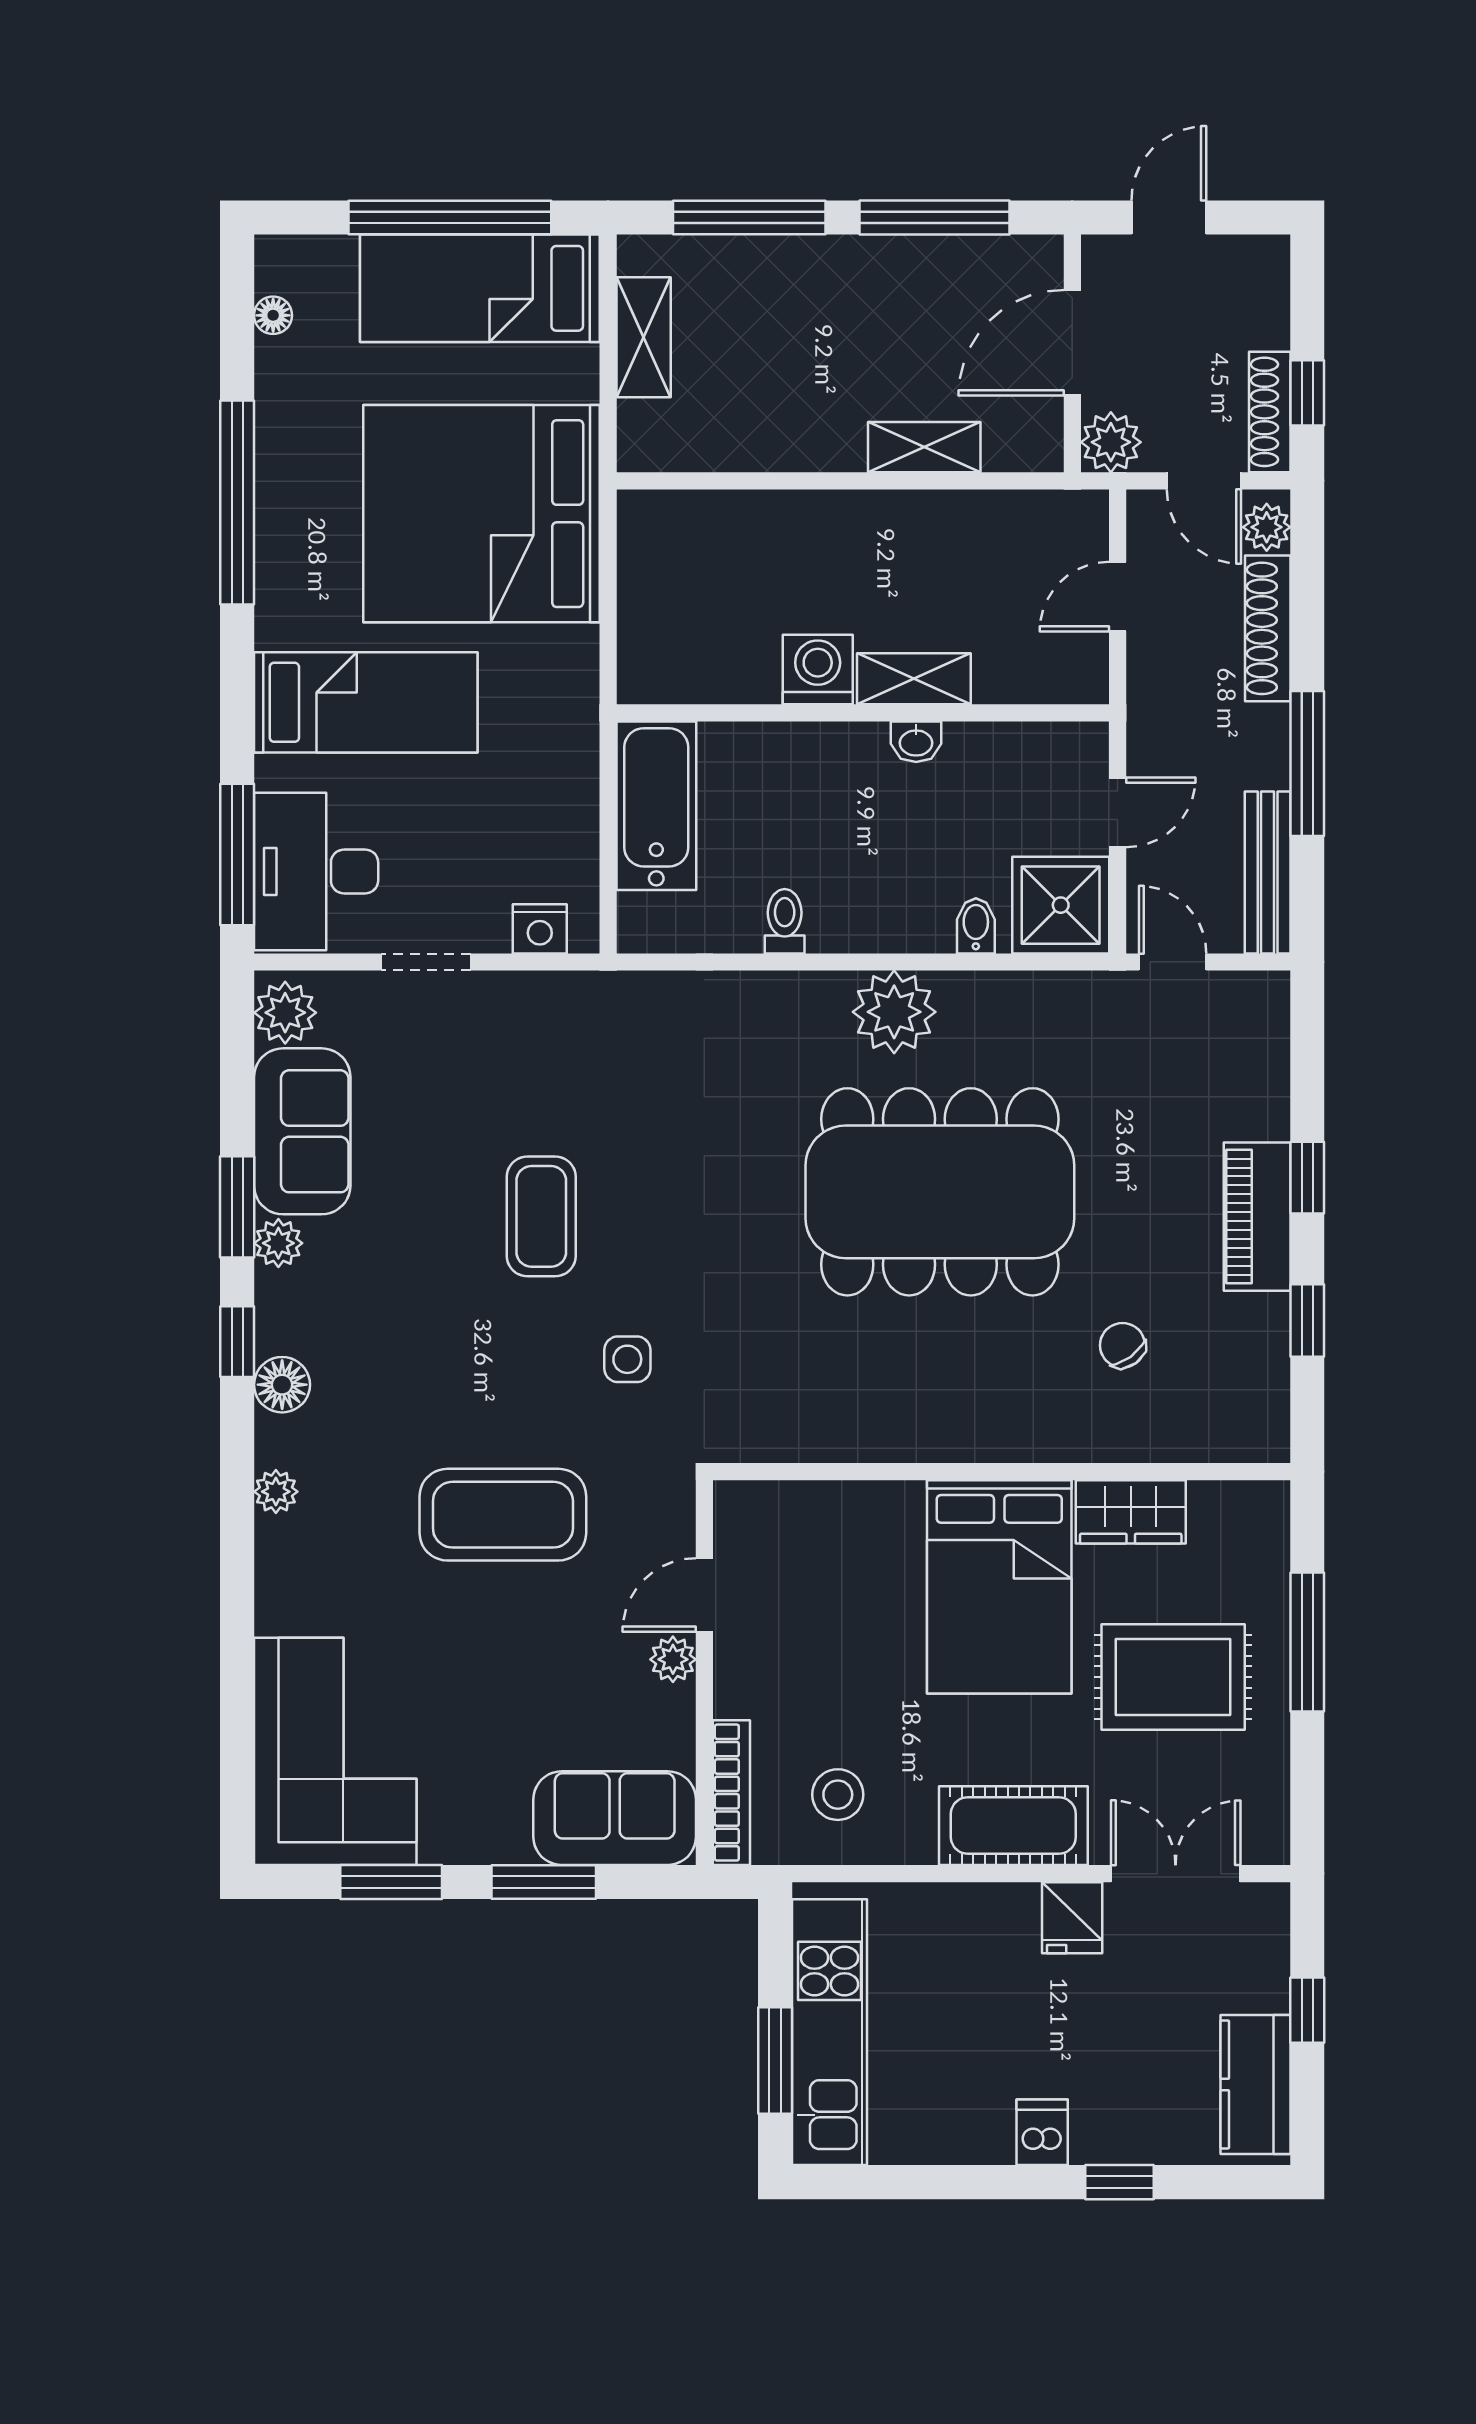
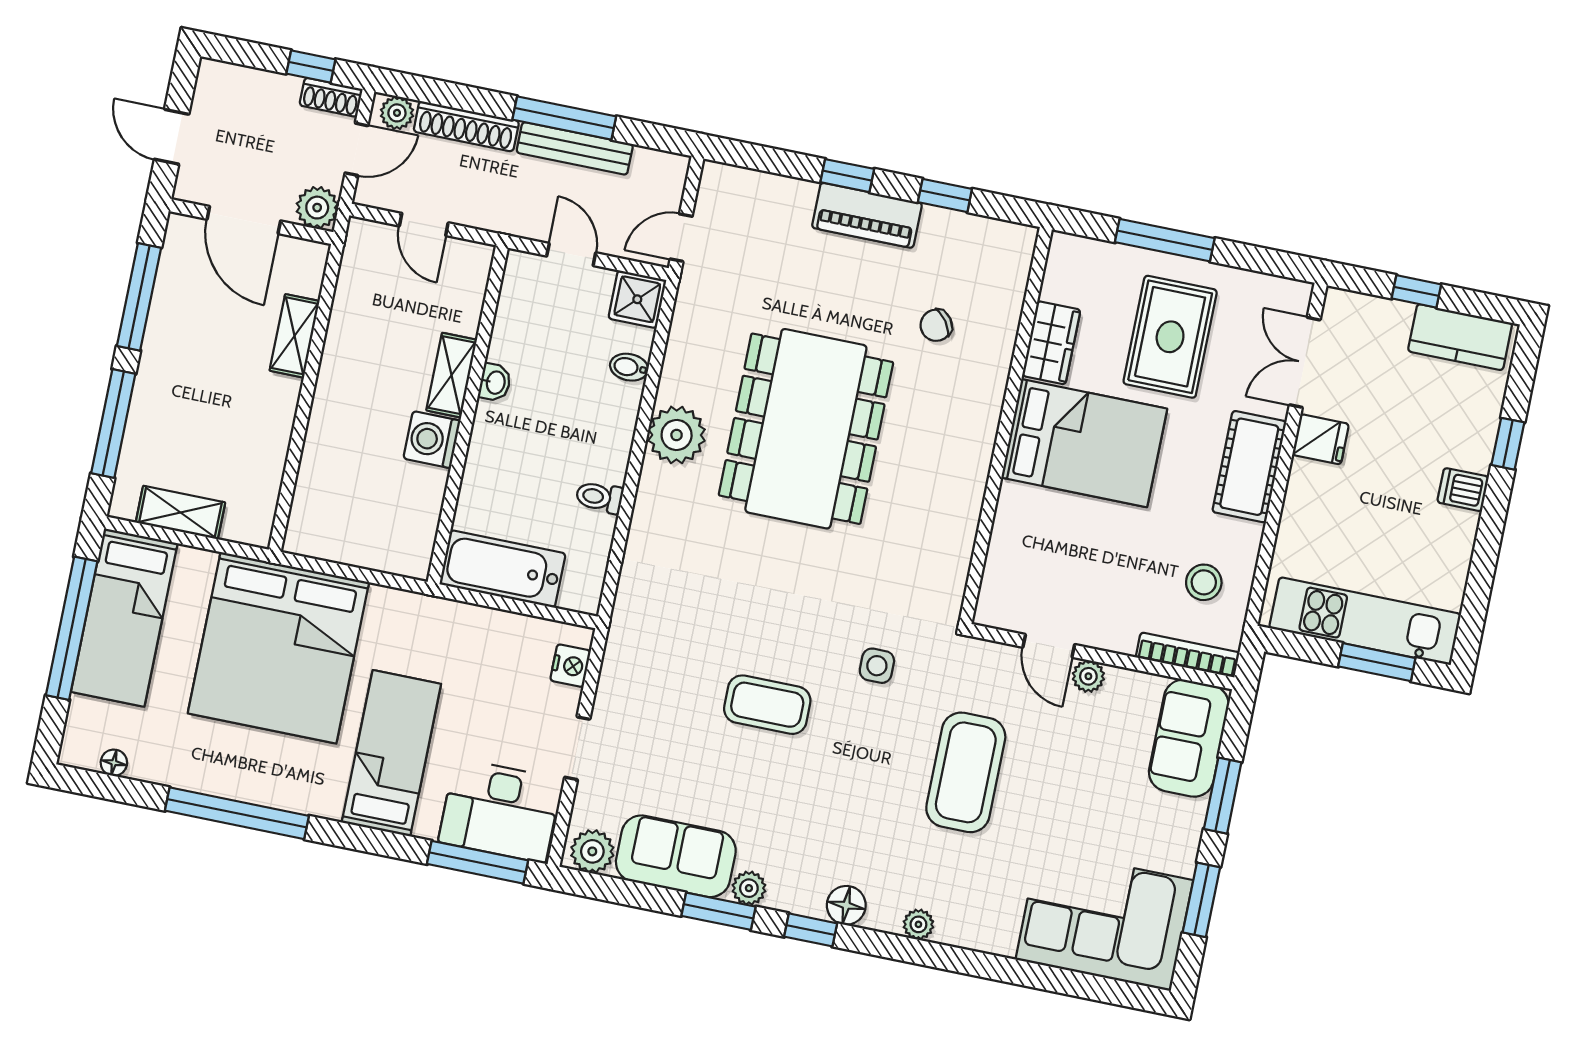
shoe rack: (1270, 412) -> (331, 97), width x0.70
bench: (1268, 872) -> (575, 148), moved
shower: (1061, 905) -> (637, 299), width x0.73, depth x0.73

